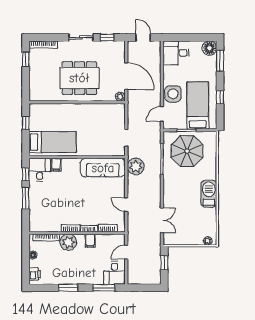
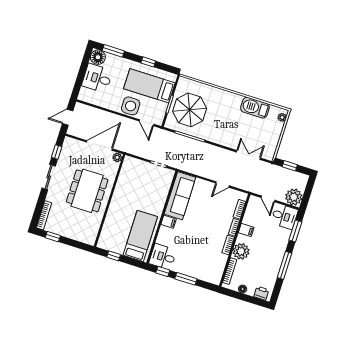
desk: (176, 53) -> (97, 78), moved, turned 90
filing cabinet: (56, 165) -> (169, 222), moved
plant: (136, 166) -> (294, 197), moved
barbecue: (209, 194) -> (255, 108), moved
window: (68, 288) -> (284, 265), width x1.44

